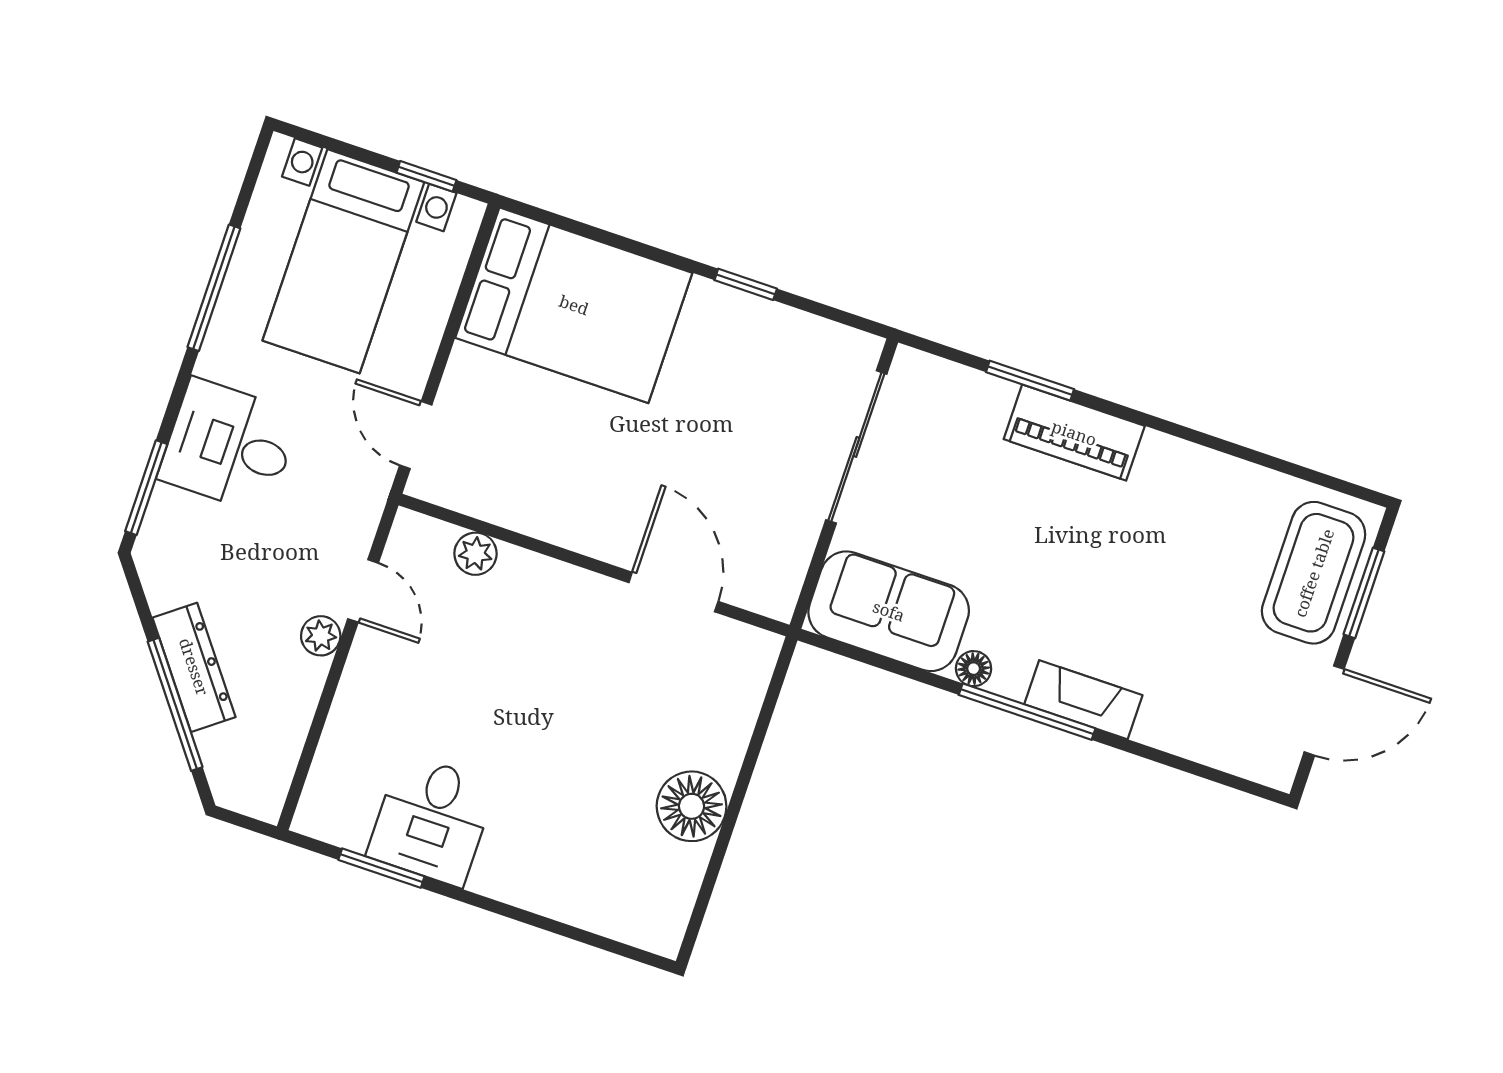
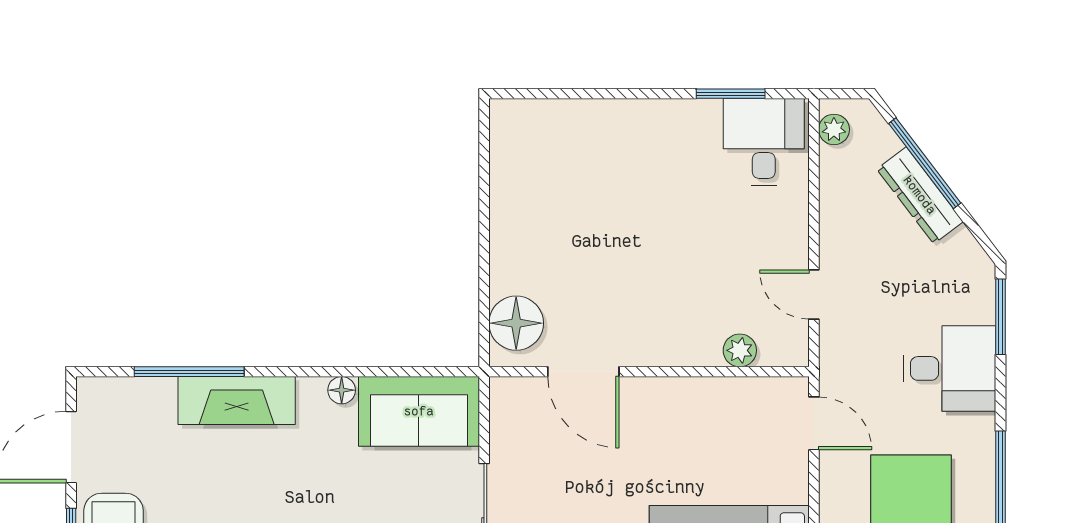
plant: (321, 636) -> (834, 129), moved
fireplace: (1083, 700) -> (237, 401), width x1.37, depth x1.32
window: (1027, 712) -> (189, 372), moved
floor lamp: (692, 806) -> (516, 323), moved
desk: (432, 820) -> (764, 142), moved

